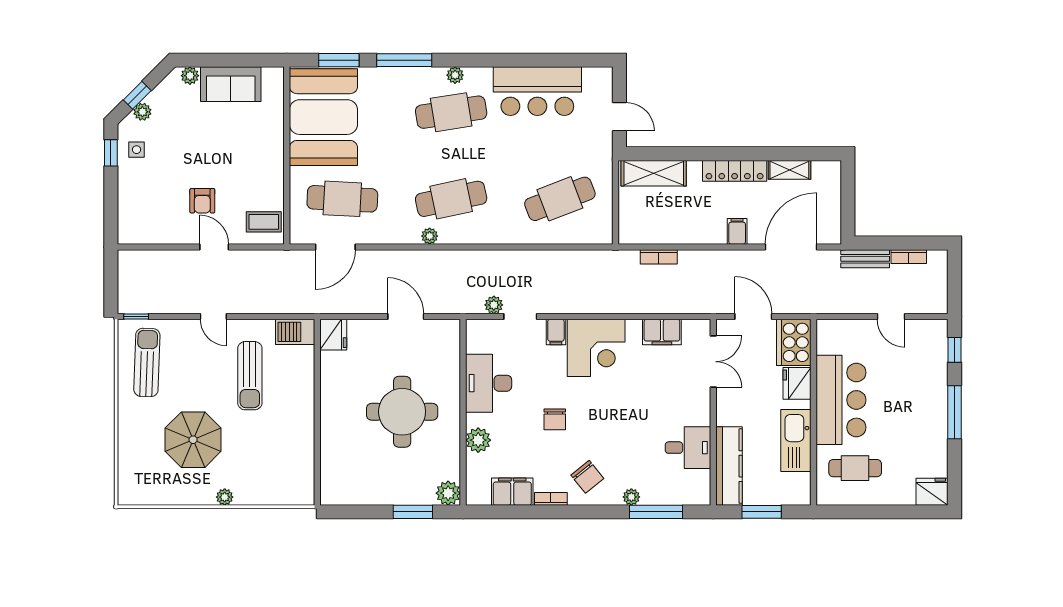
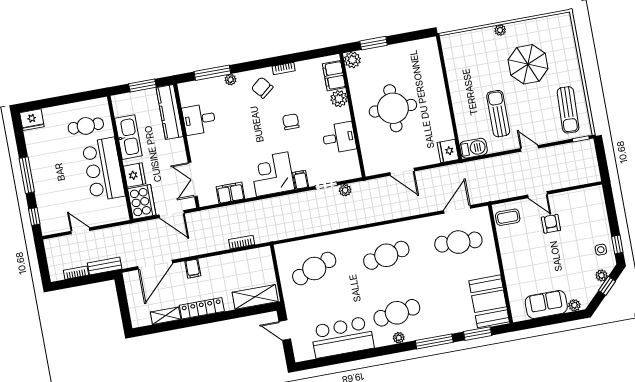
booth: (323, 117) -> (489, 301), width x0.73, depth x0.70
plant: (430, 236) -> (396, 228), removed
desk: (489, 383) -> (339, 138), width x0.73
filing cabinet: (512, 492) -> (334, 76), moved, turned 90

